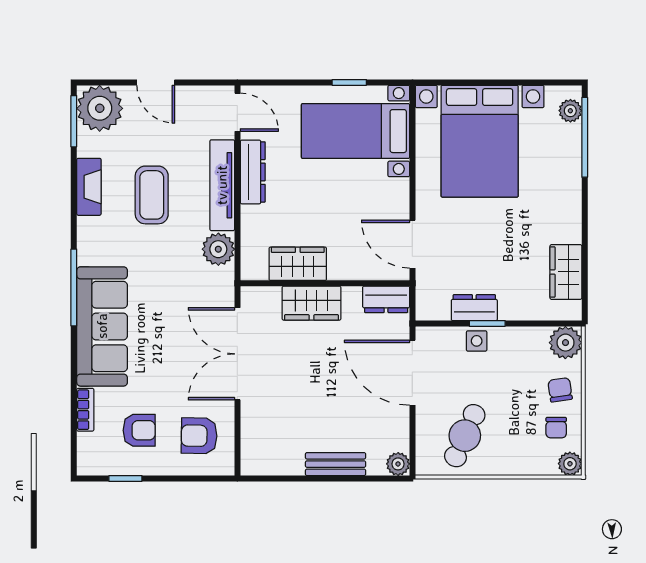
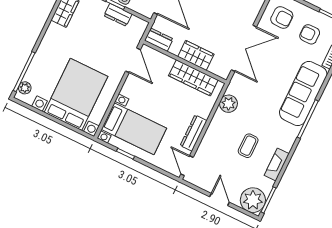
tv unit: (222, 185) -> (211, 134), removed
coffee table: (152, 195) -> (248, 146), width x0.73, depth x0.77
wardrobe: (298, 264) -> (193, 78), width x1.50

